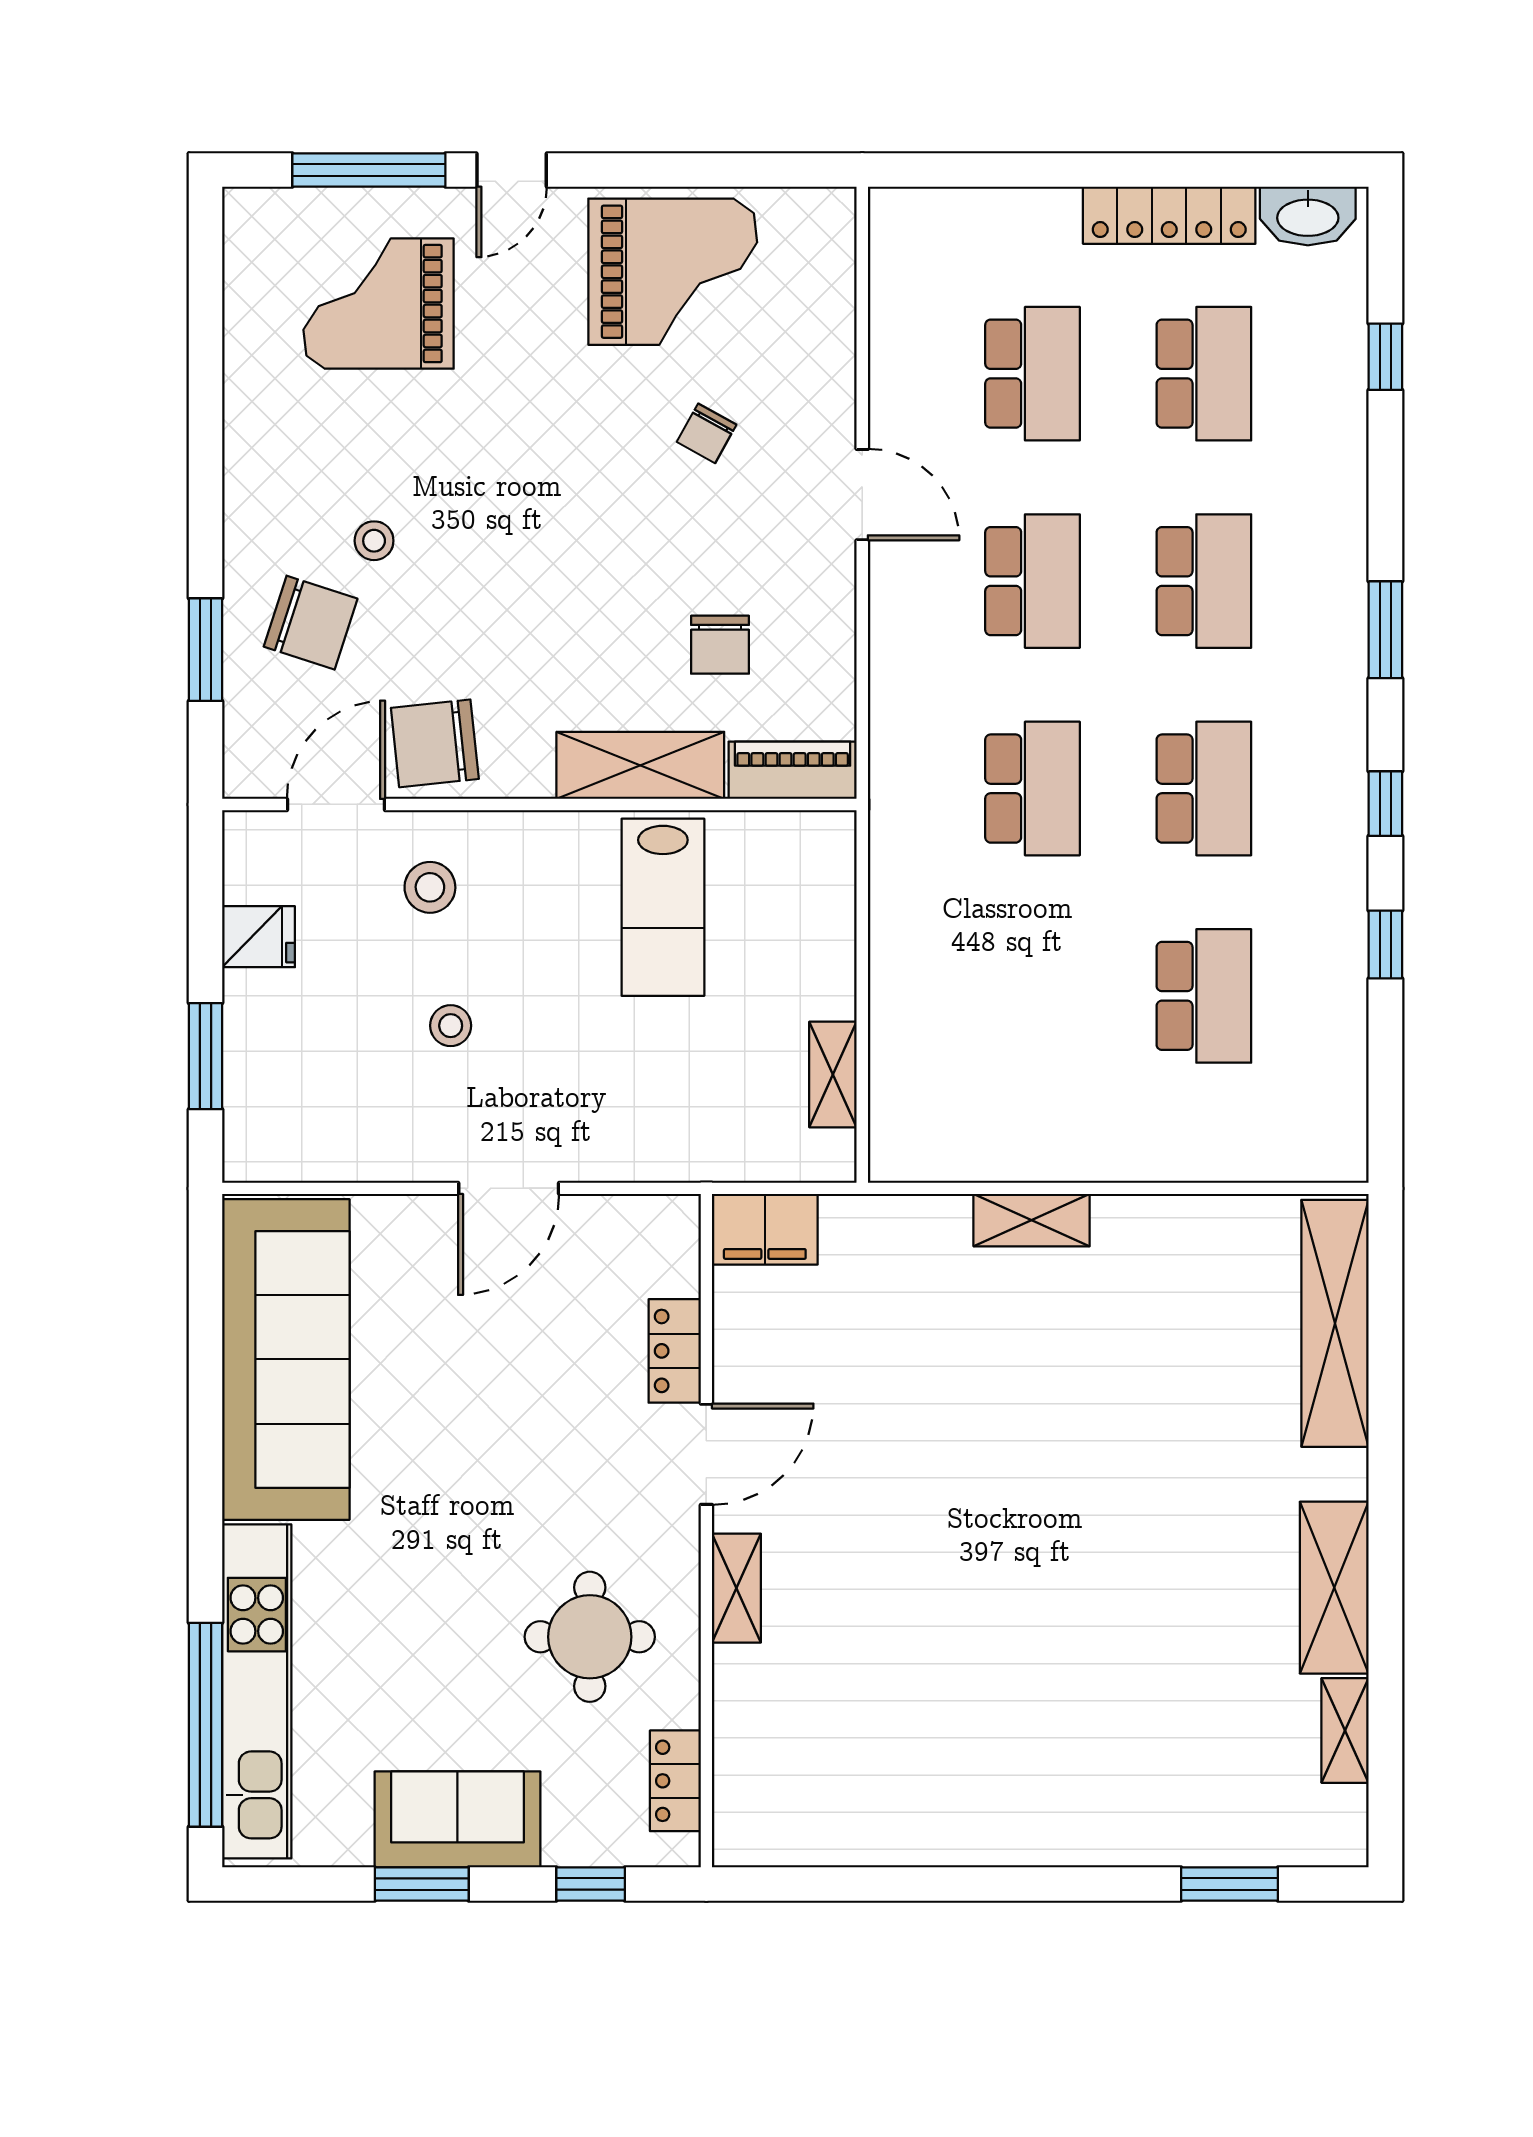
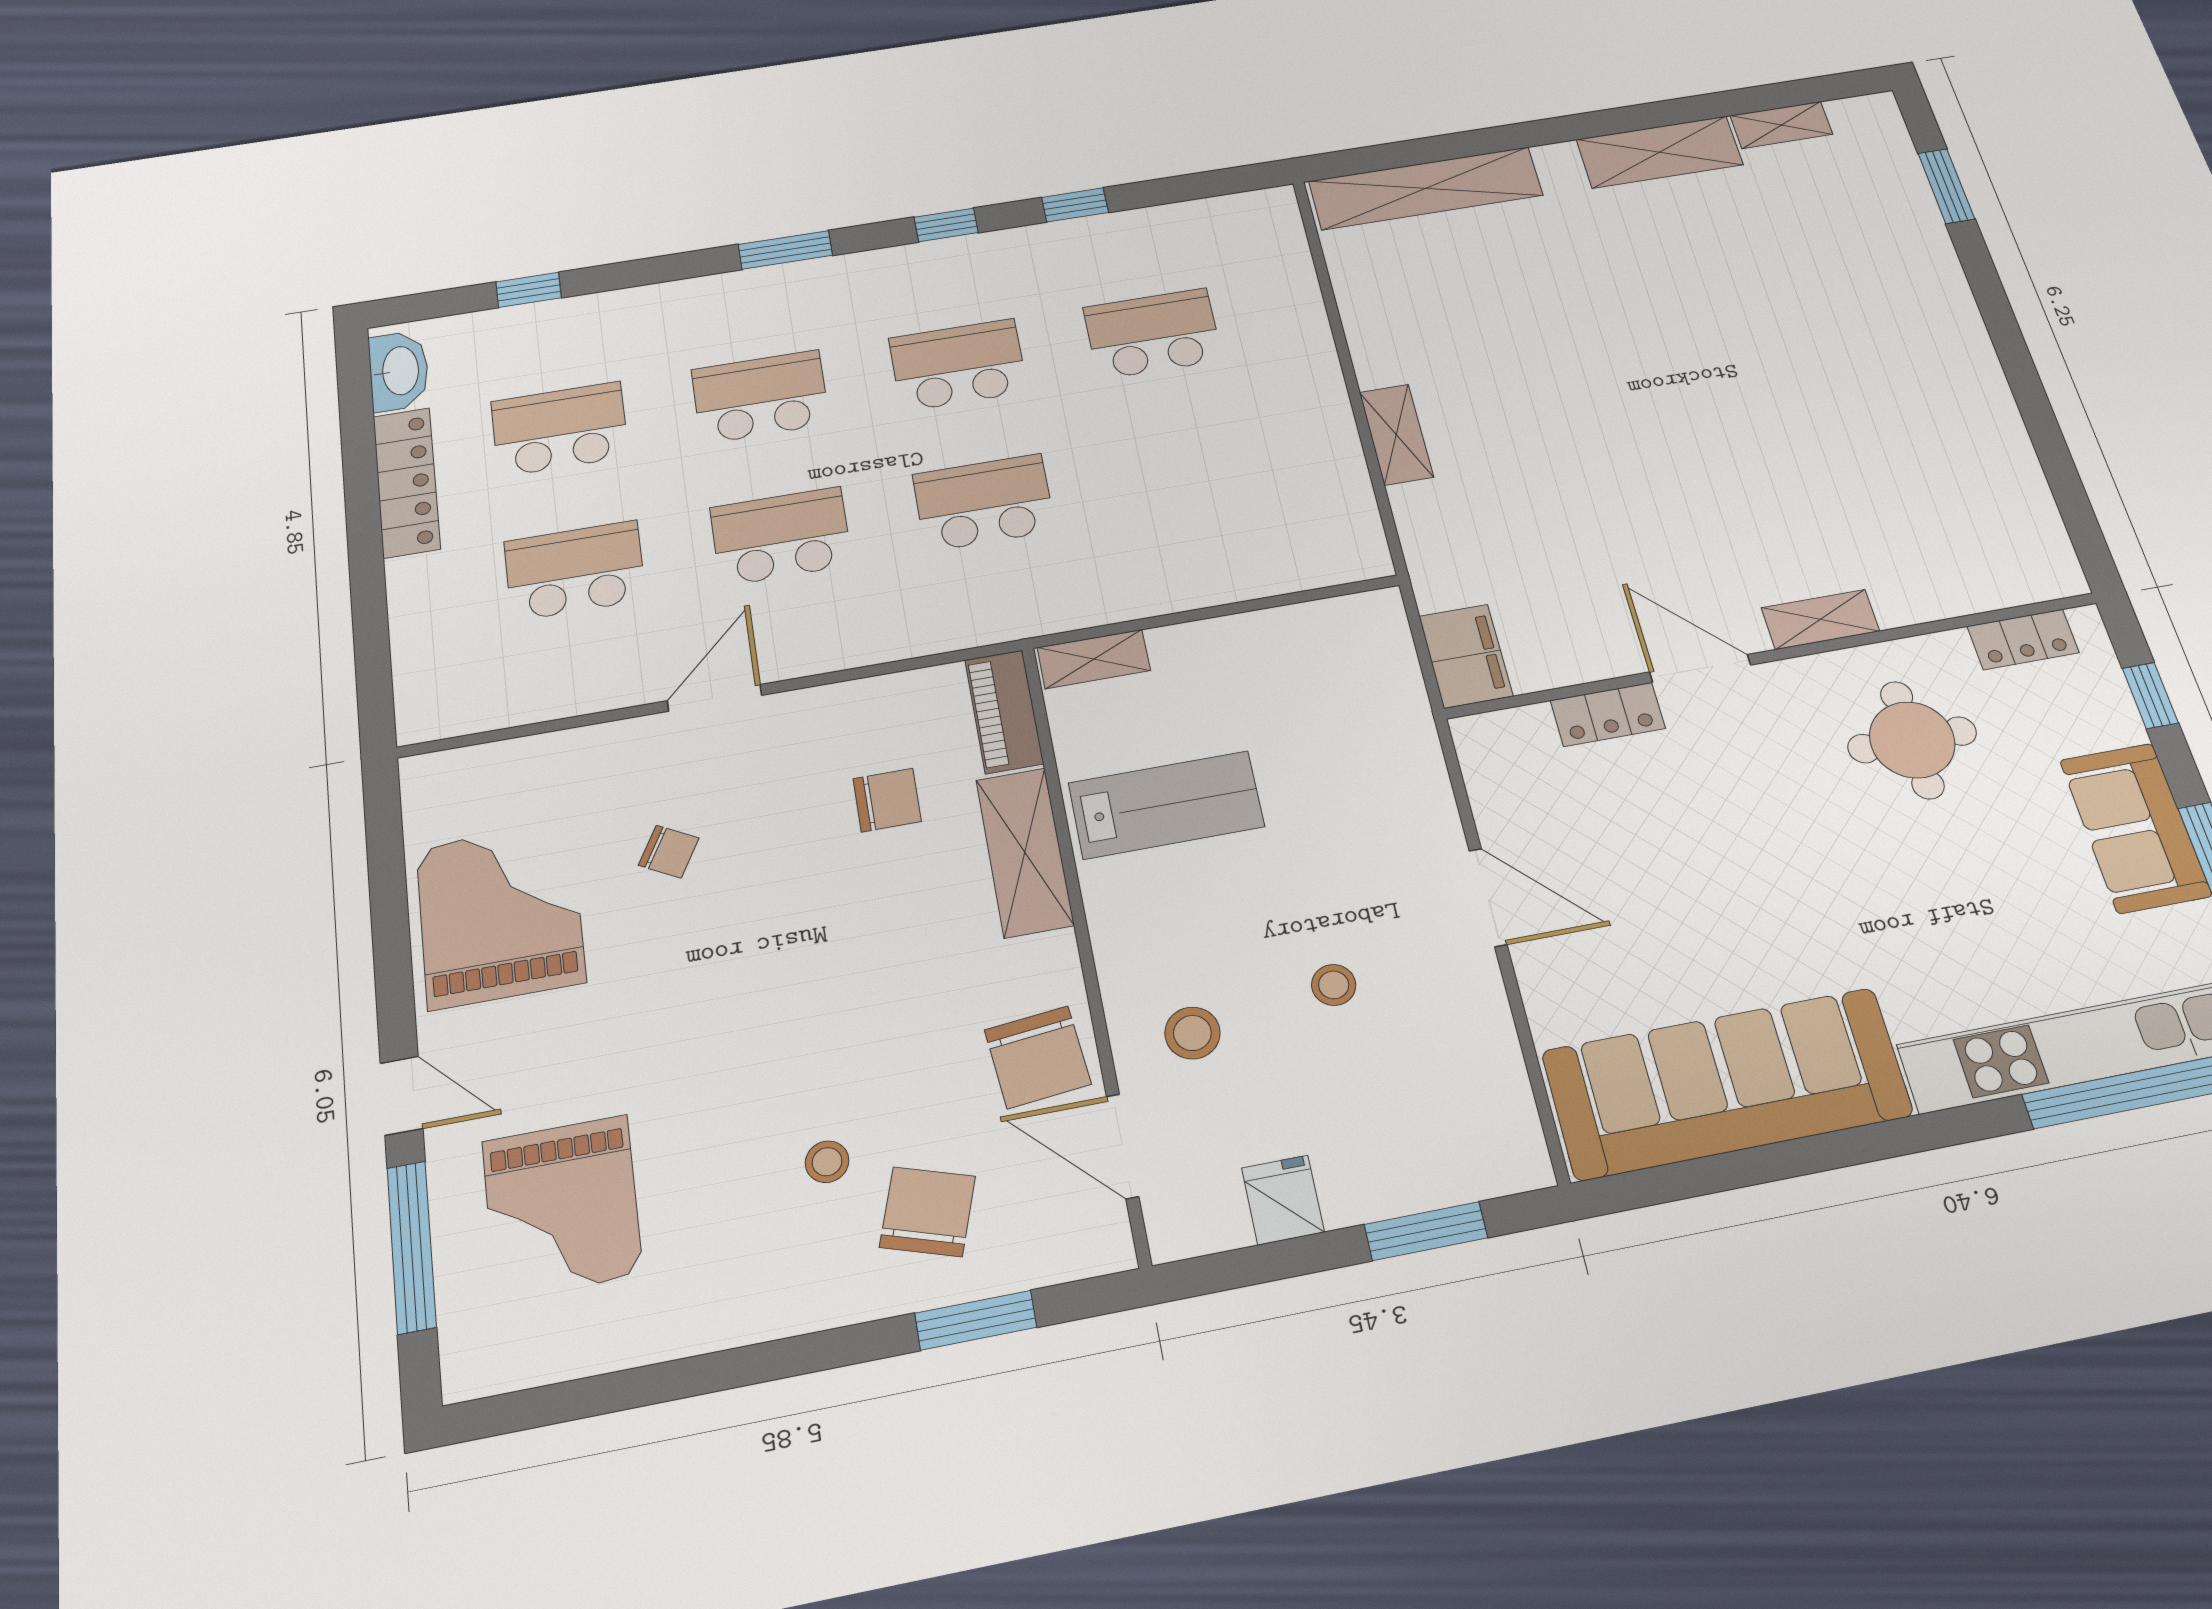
shelving: (833, 1074) -> (1094, 659), moved

